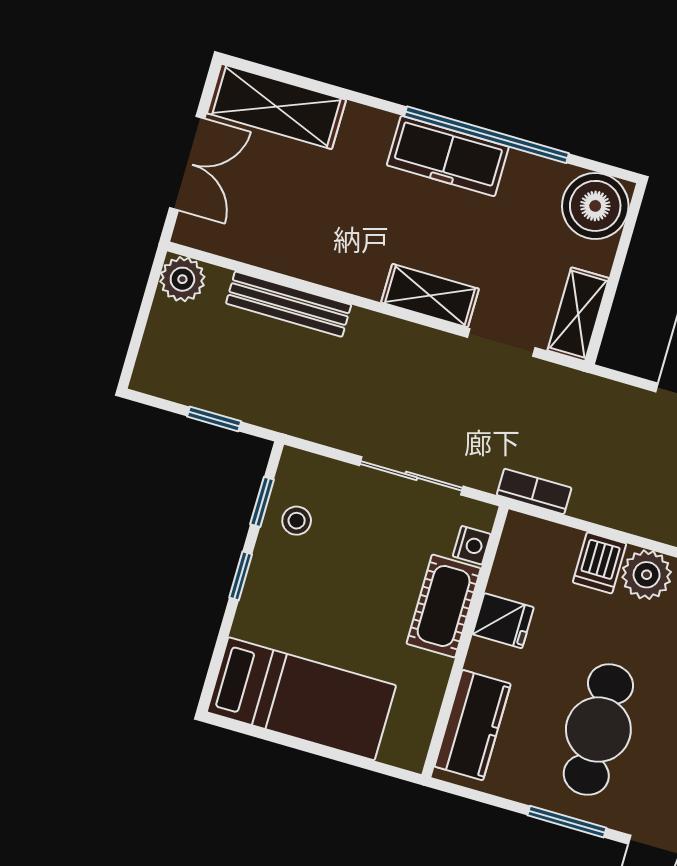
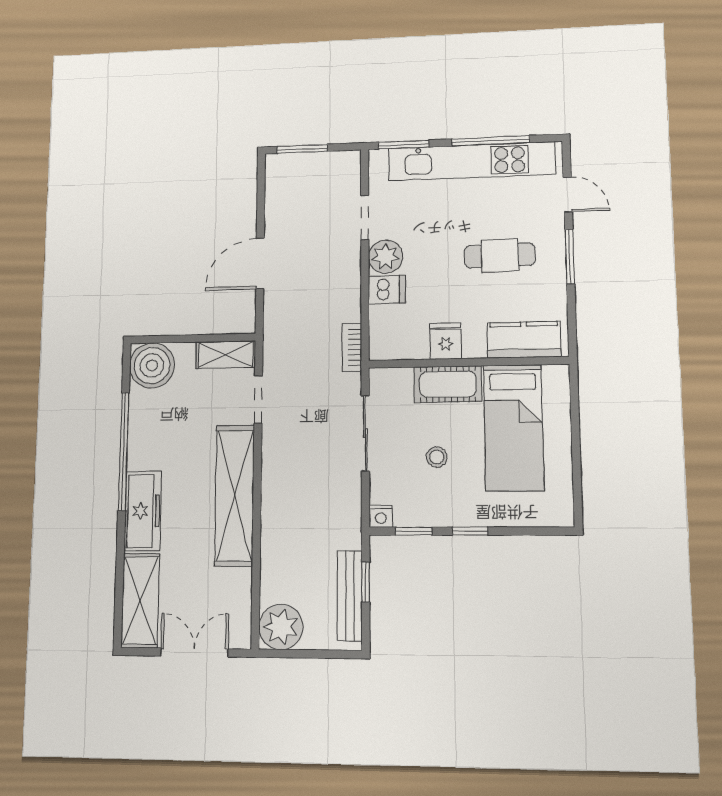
freezer: (448, 156) -> (143, 511), moved
plant: (182, 279) -> (281, 627), width x1.36, depth x1.36
shelving: (430, 296) -> (235, 495), width x2.20, depth x1.33
bench: (289, 304) -> (350, 596), moved
stool: (297, 521) -> (437, 457), moved
nightstand: (472, 545) -> (381, 516), moved, turned 180
bed: (301, 699) -> (514, 428), moved, turned 180
cafe table: (598, 730) -> (500, 255), width x0.73, depth x0.74

